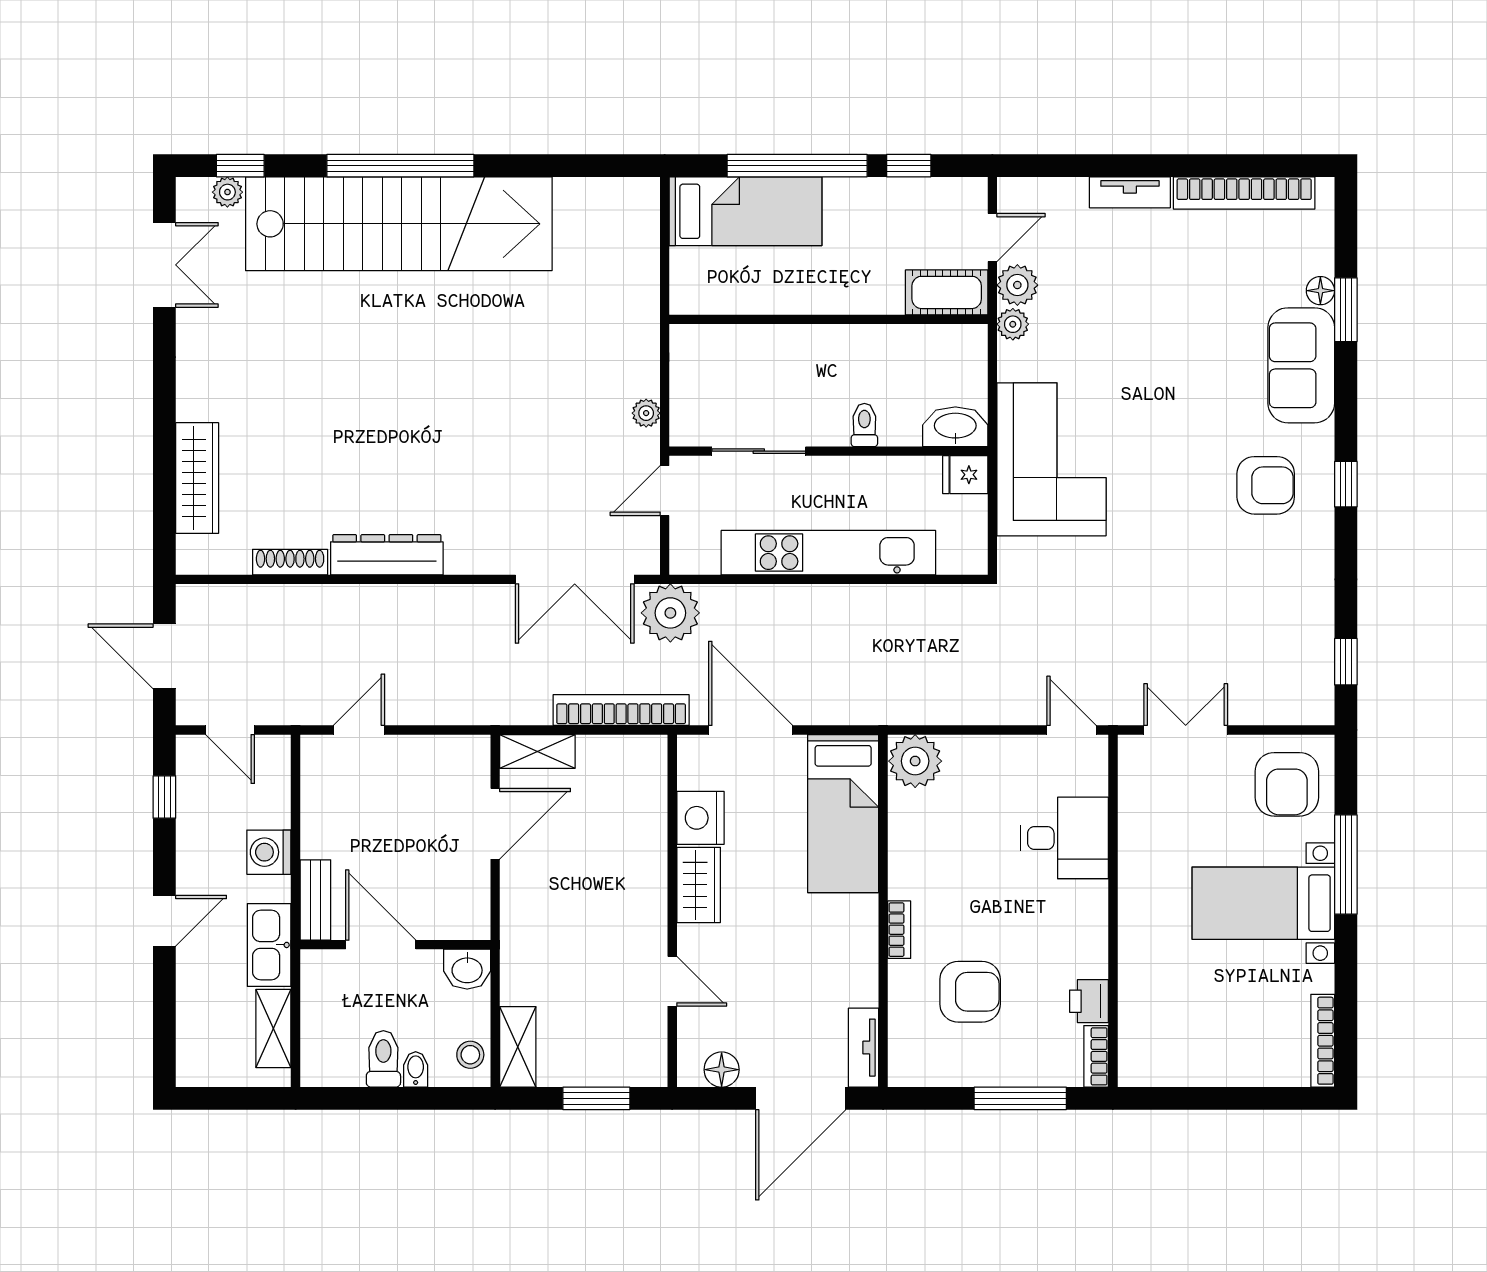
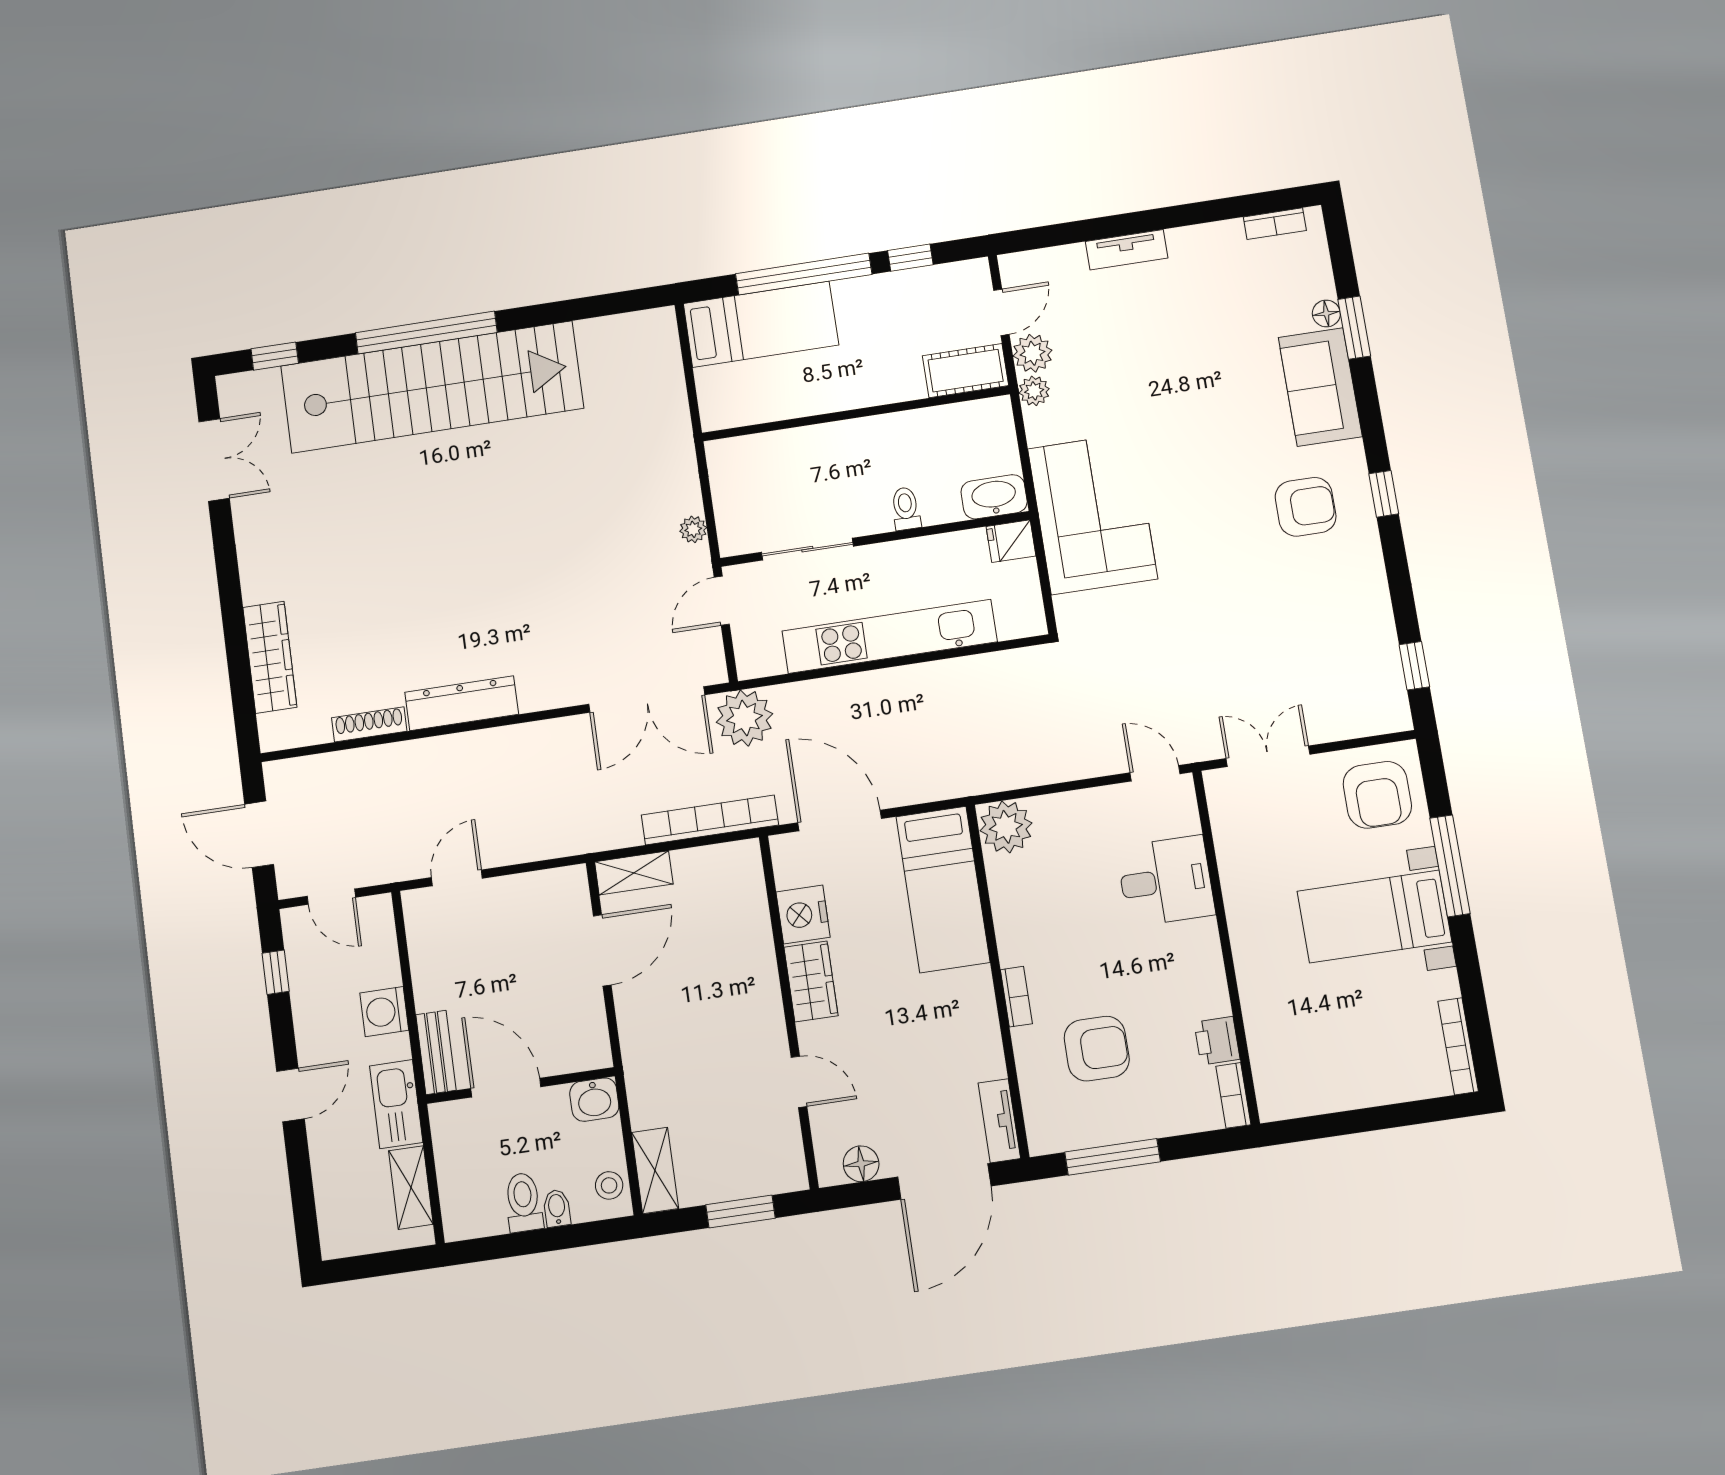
plant: (227, 192) -> (266, 382), removed
bookcase: (1244, 193) -> (1275, 224), width x0.43, depth x0.76
window: (1020, 1098) -> (1113, 1157), moved

